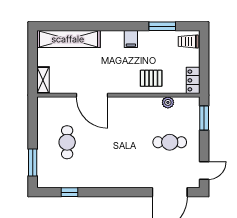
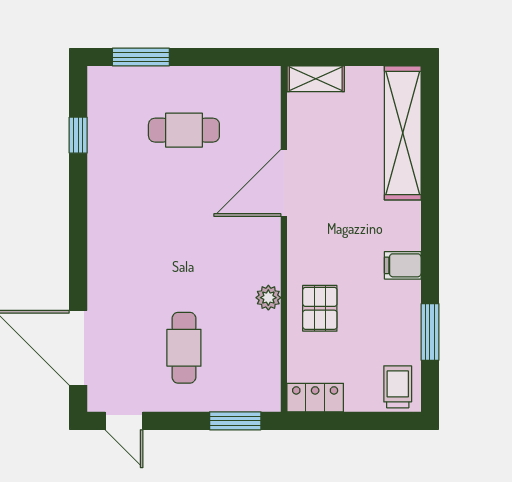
plant: (168, 102) -> (268, 298), moved

